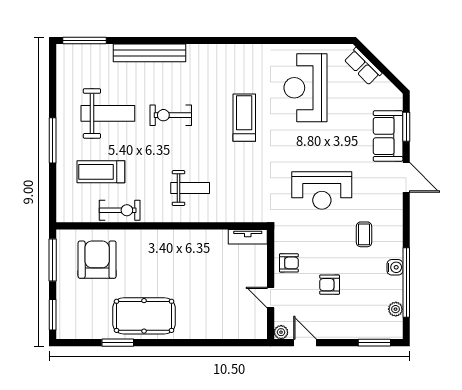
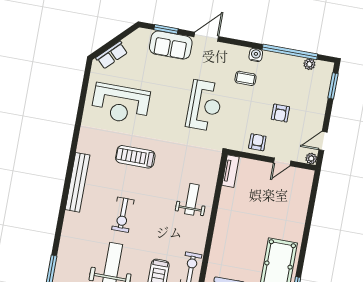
bench: (150, 53) -> (78, 182), moved
weight bench: (190, 188) -> (192, 199), moved
water cooler: (395, 267) -> (256, 55), moved

